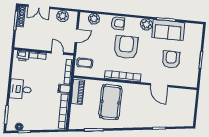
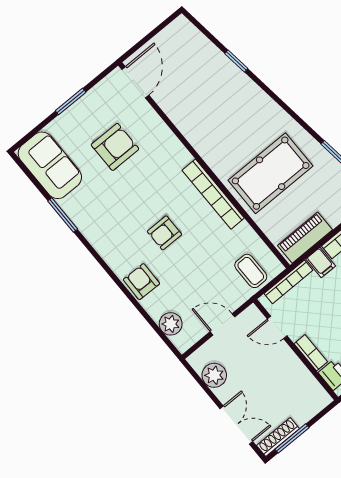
plant: (146, 24) -> (100, 237), removed
sofa: (168, 30) -> (50, 165), moved
armchair: (126, 47) -> (164, 233), width x0.53, depth x0.53
door: (57, 53) -> (277, 327), hinge flipped
armchair: (171, 59) -> (115, 147), turned 180
door: (159, 85) -> (135, 82), moved

